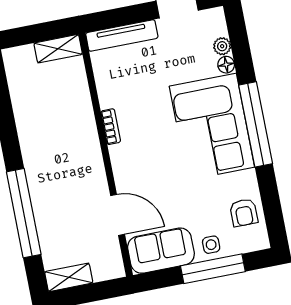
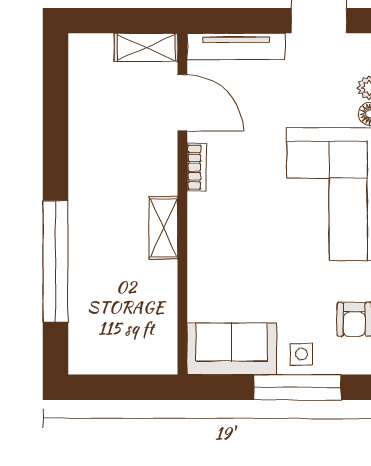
door: (118, 215) -> (182, 103), moved
shelving: (69, 277) -> (164, 228), moved, turned 90

